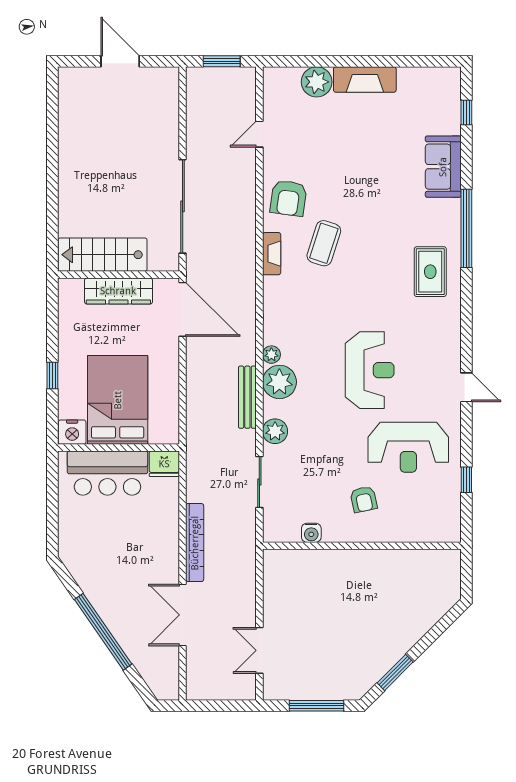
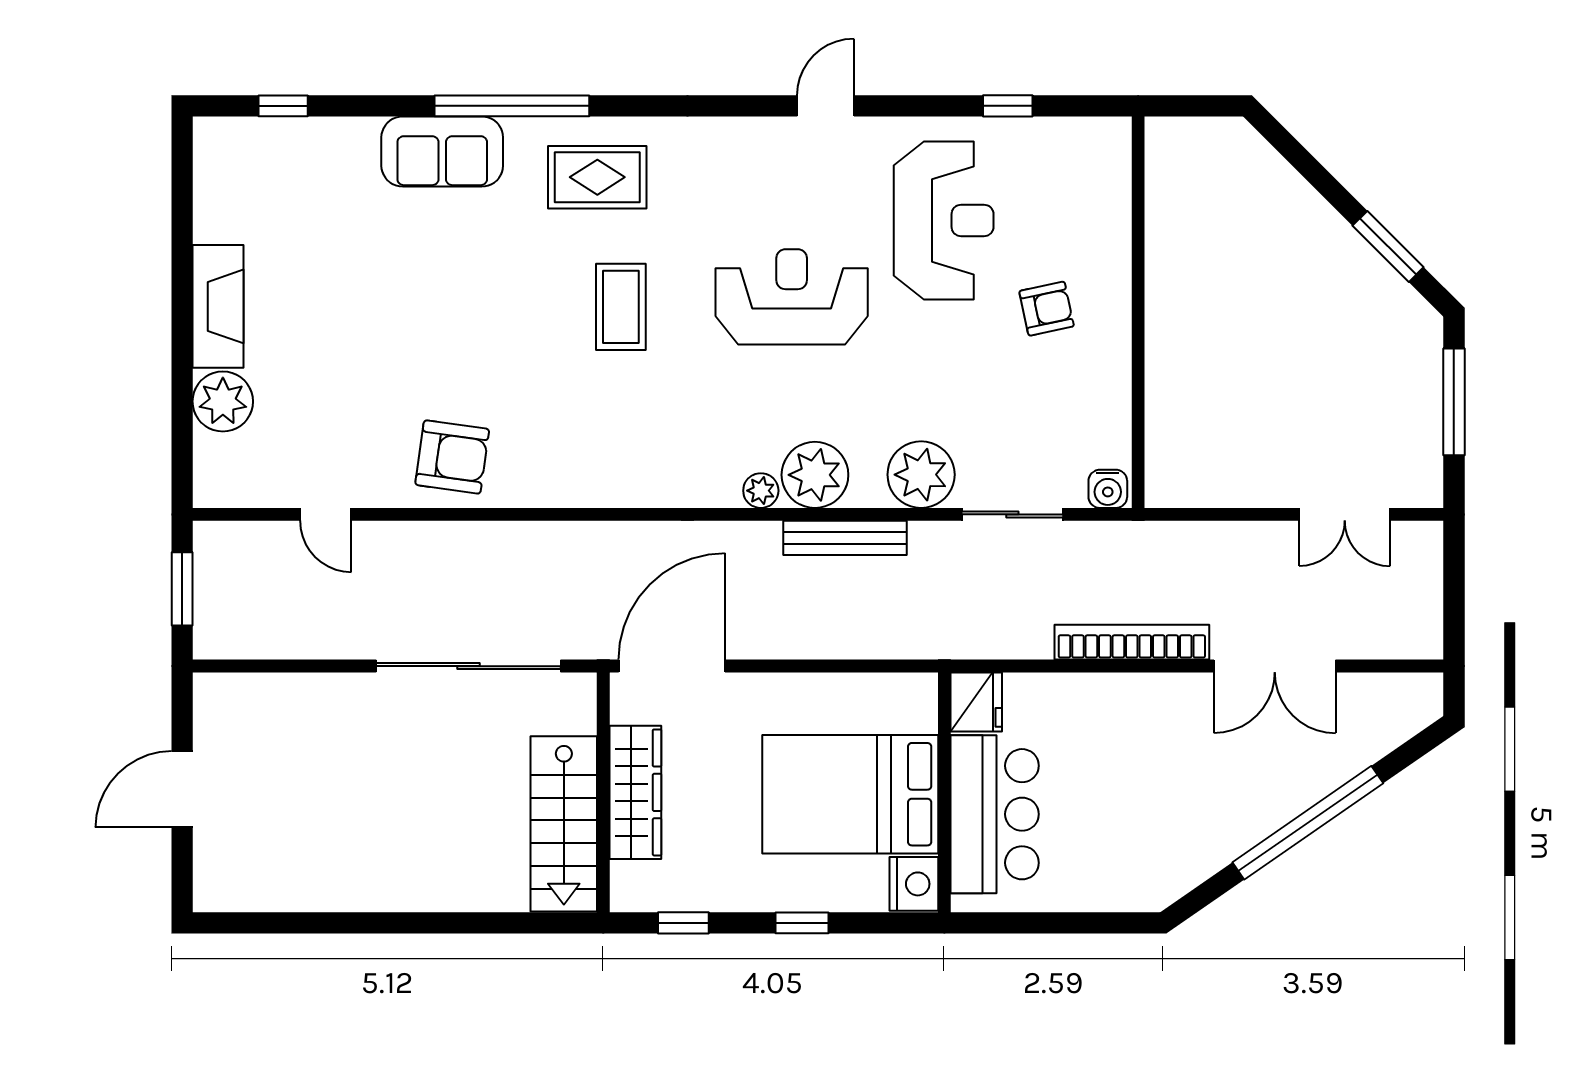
sofa: (443, 167) -> (442, 152), moved
coffee table: (324, 243) -> (621, 307), moved, turned 72
fireplace: (272, 254) -> (562, 490), removed
window: (52, 315) -> (683, 923), added
plant: (275, 431) -> (921, 475), width x1.36, depth x1.36
water cooler: (311, 533) -> (1108, 489), moved, turned 90

